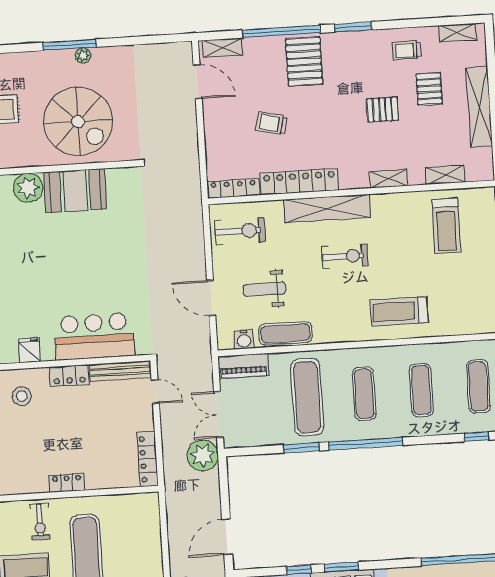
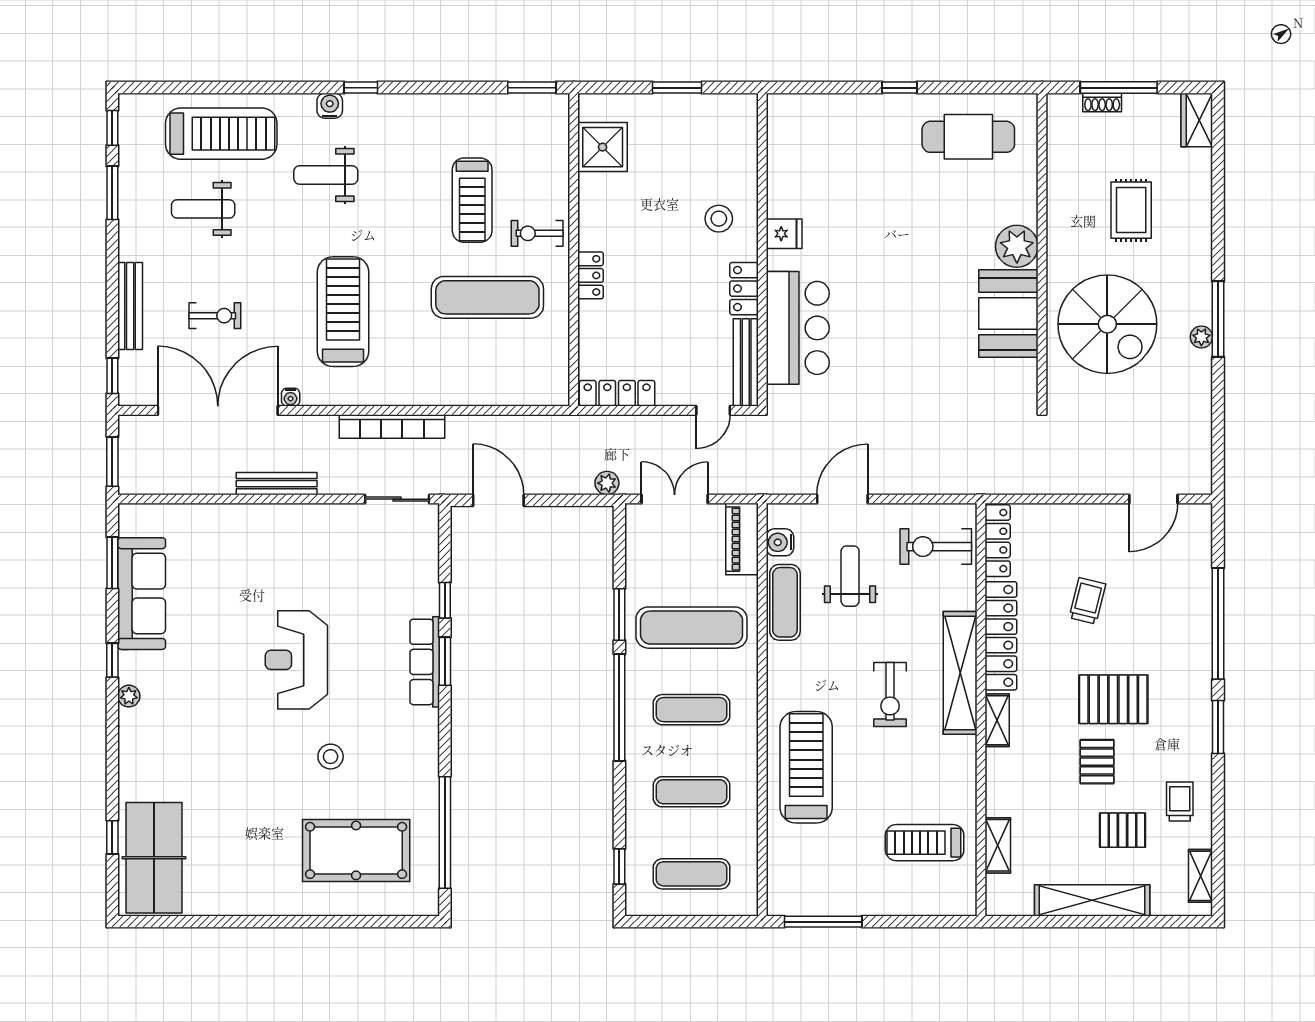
shelving: (222, 48) -> (1200, 537), removed
pallet: (304, 61) -> (1113, 699), moved
spiral stairs: (78, 121) -> (1107, 324), turned -90
shelving: (389, 179) -> (997, 720), moved
exercise bike: (240, 231) -> (936, 547), turned 90
treadmill: (399, 311) -> (806, 767), width x1.37, depth x1.38
plant: (203, 455) -> (607, 483), width x0.53, depth x0.53

